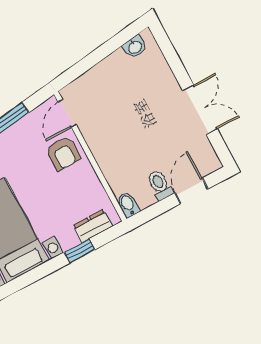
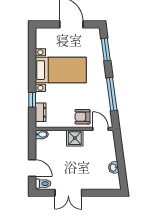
washbasin: (135, 47) -> (113, 168), moved
shower: (105, 147) -> (75, 138), added
toilet: (160, 185) -> (43, 184), moved

